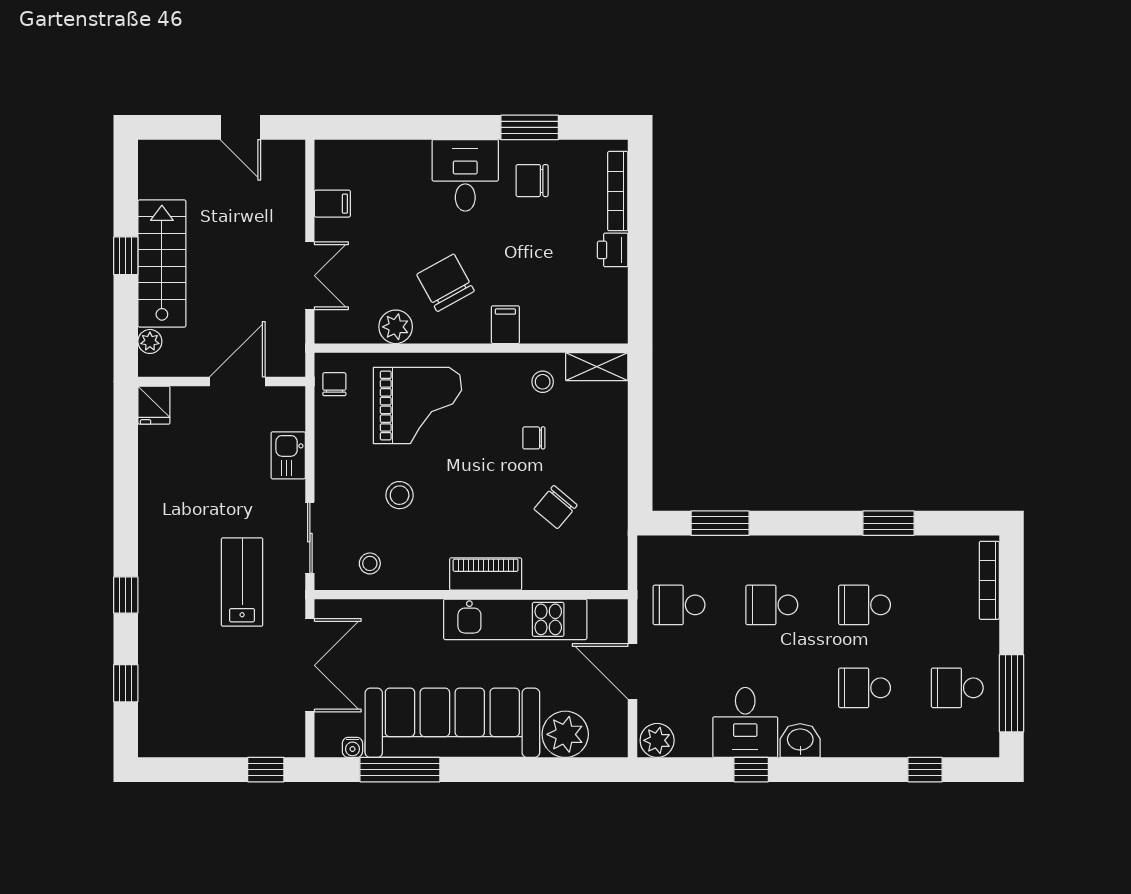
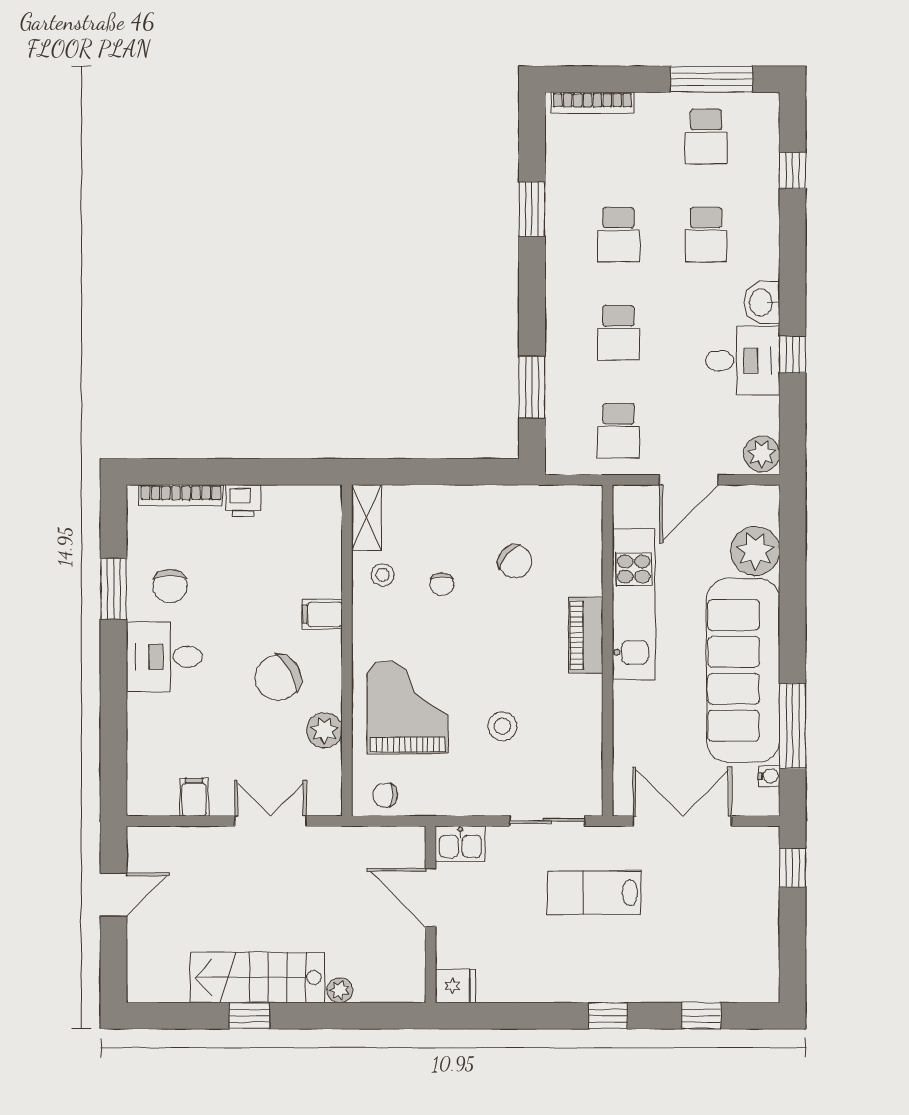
wall: (222, 382) -> (431, 914), moved
door: (237, 382) -> (431, 898), moved
fridge: (154, 405) -> (456, 986), moved
stool: (370, 563) -> (575, 758), removed

